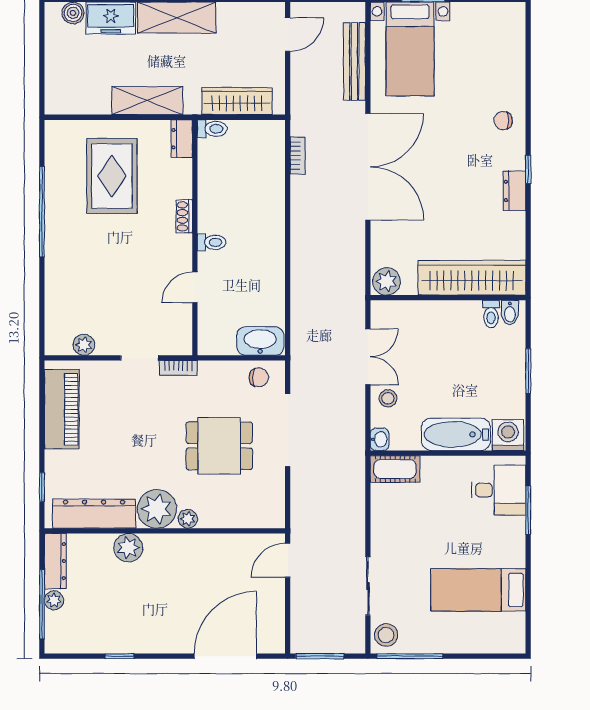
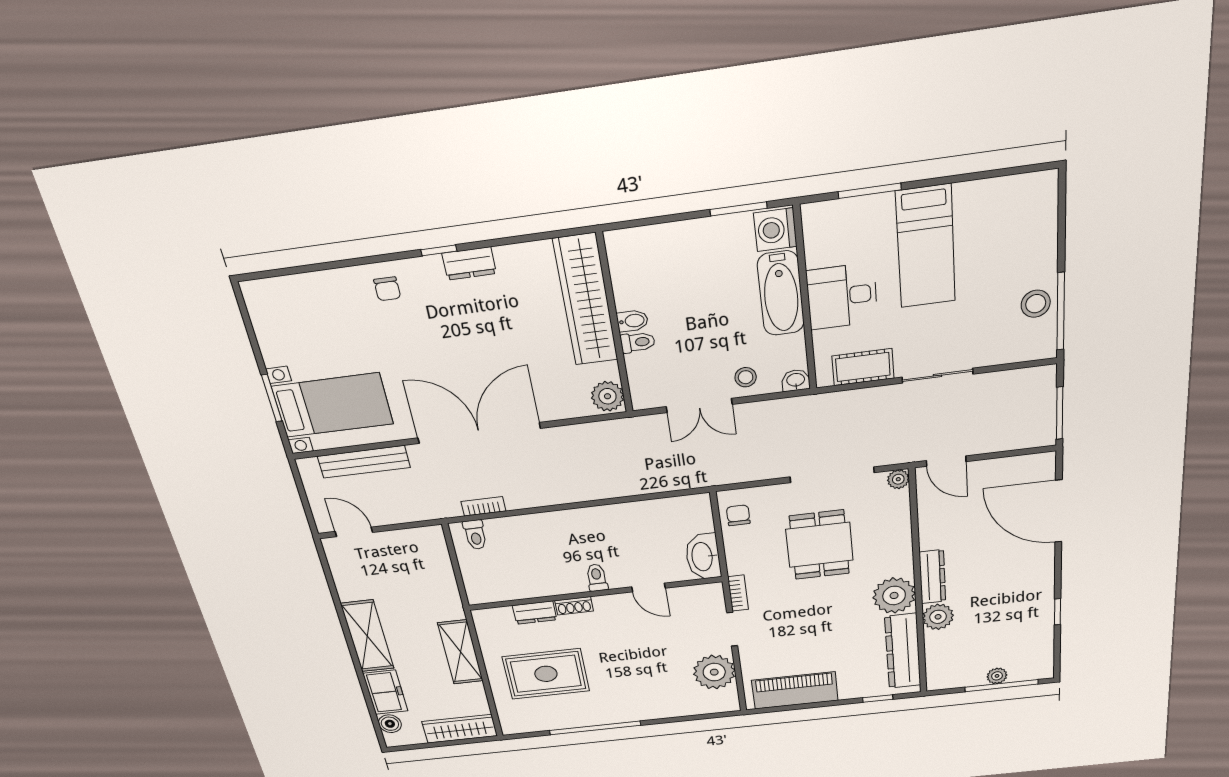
wardrobe: (237, 101) -> (460, 729), moved, turned 90
toilet: (212, 129) -> (475, 535), moved, turned 180
dresser: (182, 139) -> (535, 613), moved
bidet: (510, 313) -> (632, 321), moved
toilet: (491, 314) -> (638, 342), moved
washbasin: (260, 341) -> (703, 557), moved
plant: (84, 345) -> (714, 672), width x1.87, depth x1.87
double door: (368, 357) -> (699, 405), swing flipped
window: (528, 371) -> (739, 209), moved
doorway: (288, 430) -> (832, 475), moved
cot: (395, 469) -> (863, 367), moved, turned 90
desk: (499, 490) -> (842, 296), moved, turned -90
plant: (188, 519) -> (898, 479), moved
dresser: (55, 561) -> (932, 577), moved, turned 90
sliding door: (368, 586) -> (937, 376), moved
bed: (478, 590) -> (926, 247), moved
stool: (386, 635) -> (1036, 304), moved

